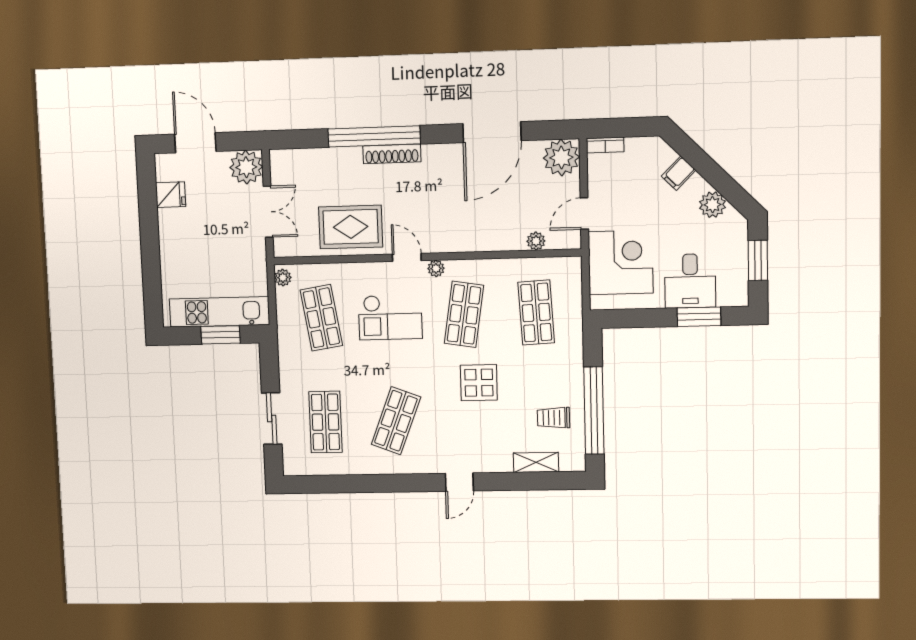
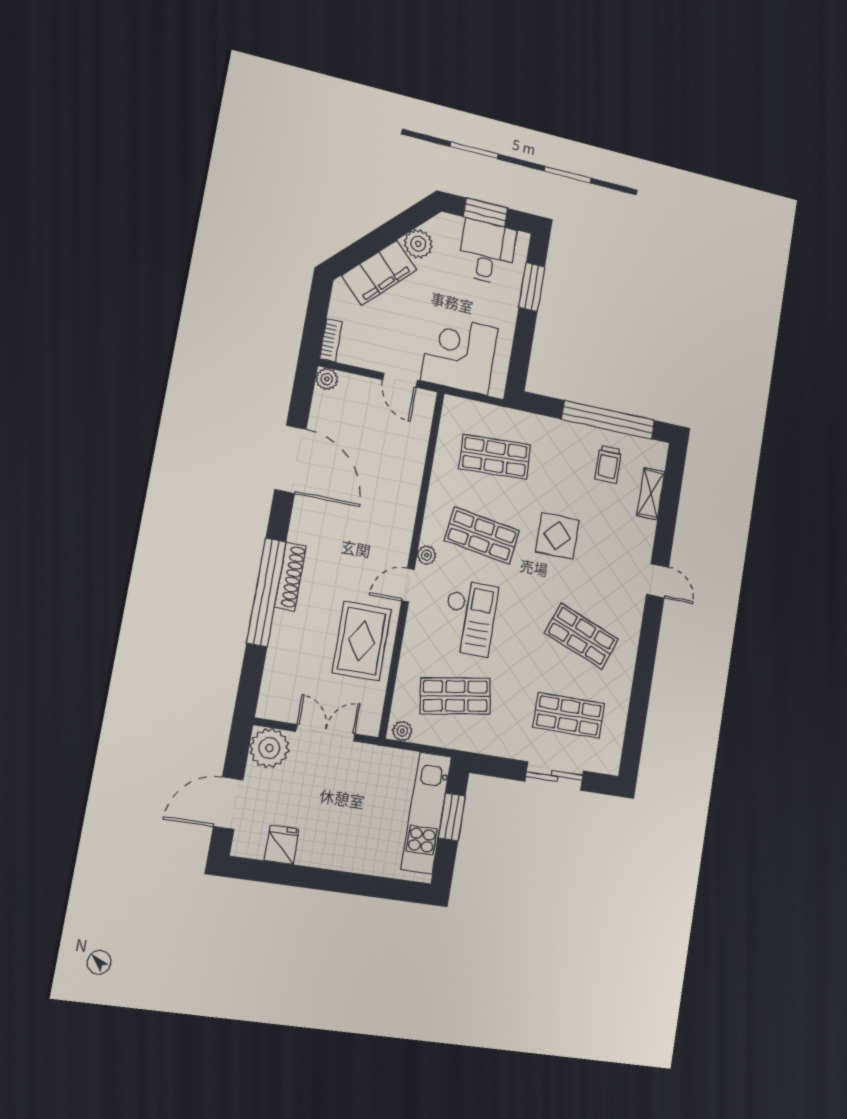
plant: (561, 158) -> (327, 379), width x0.53, depth x0.53
filing cabinet: (679, 173) -> (379, 273), width x3.00, depth x1.17
plant: (536, 241) -> (419, 439), removed
desk: (690, 281) -> (487, 252), moved, turned -90

